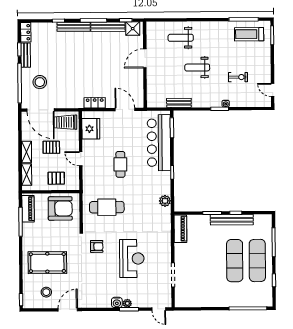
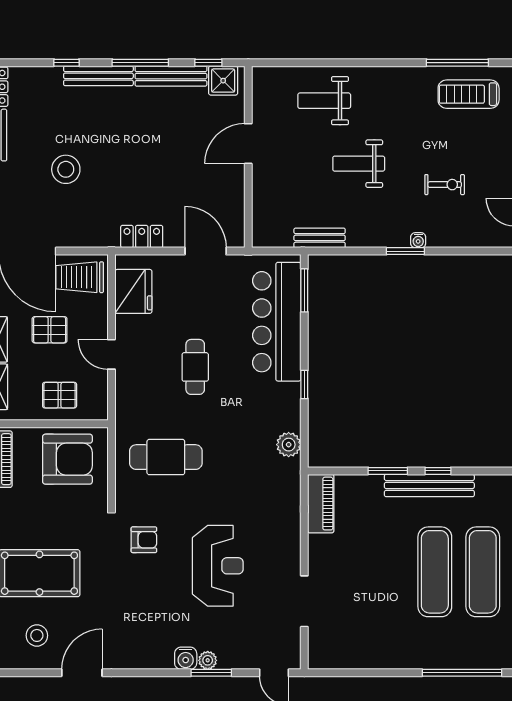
stool: (40, 82) -> (66, 169), moved

